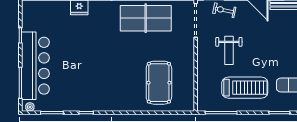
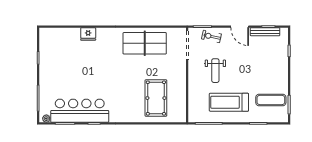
bar counter: (35, 66) -> (80, 111), moved, turned -90
treadmill: (245, 88) -> (229, 102), turned 180

